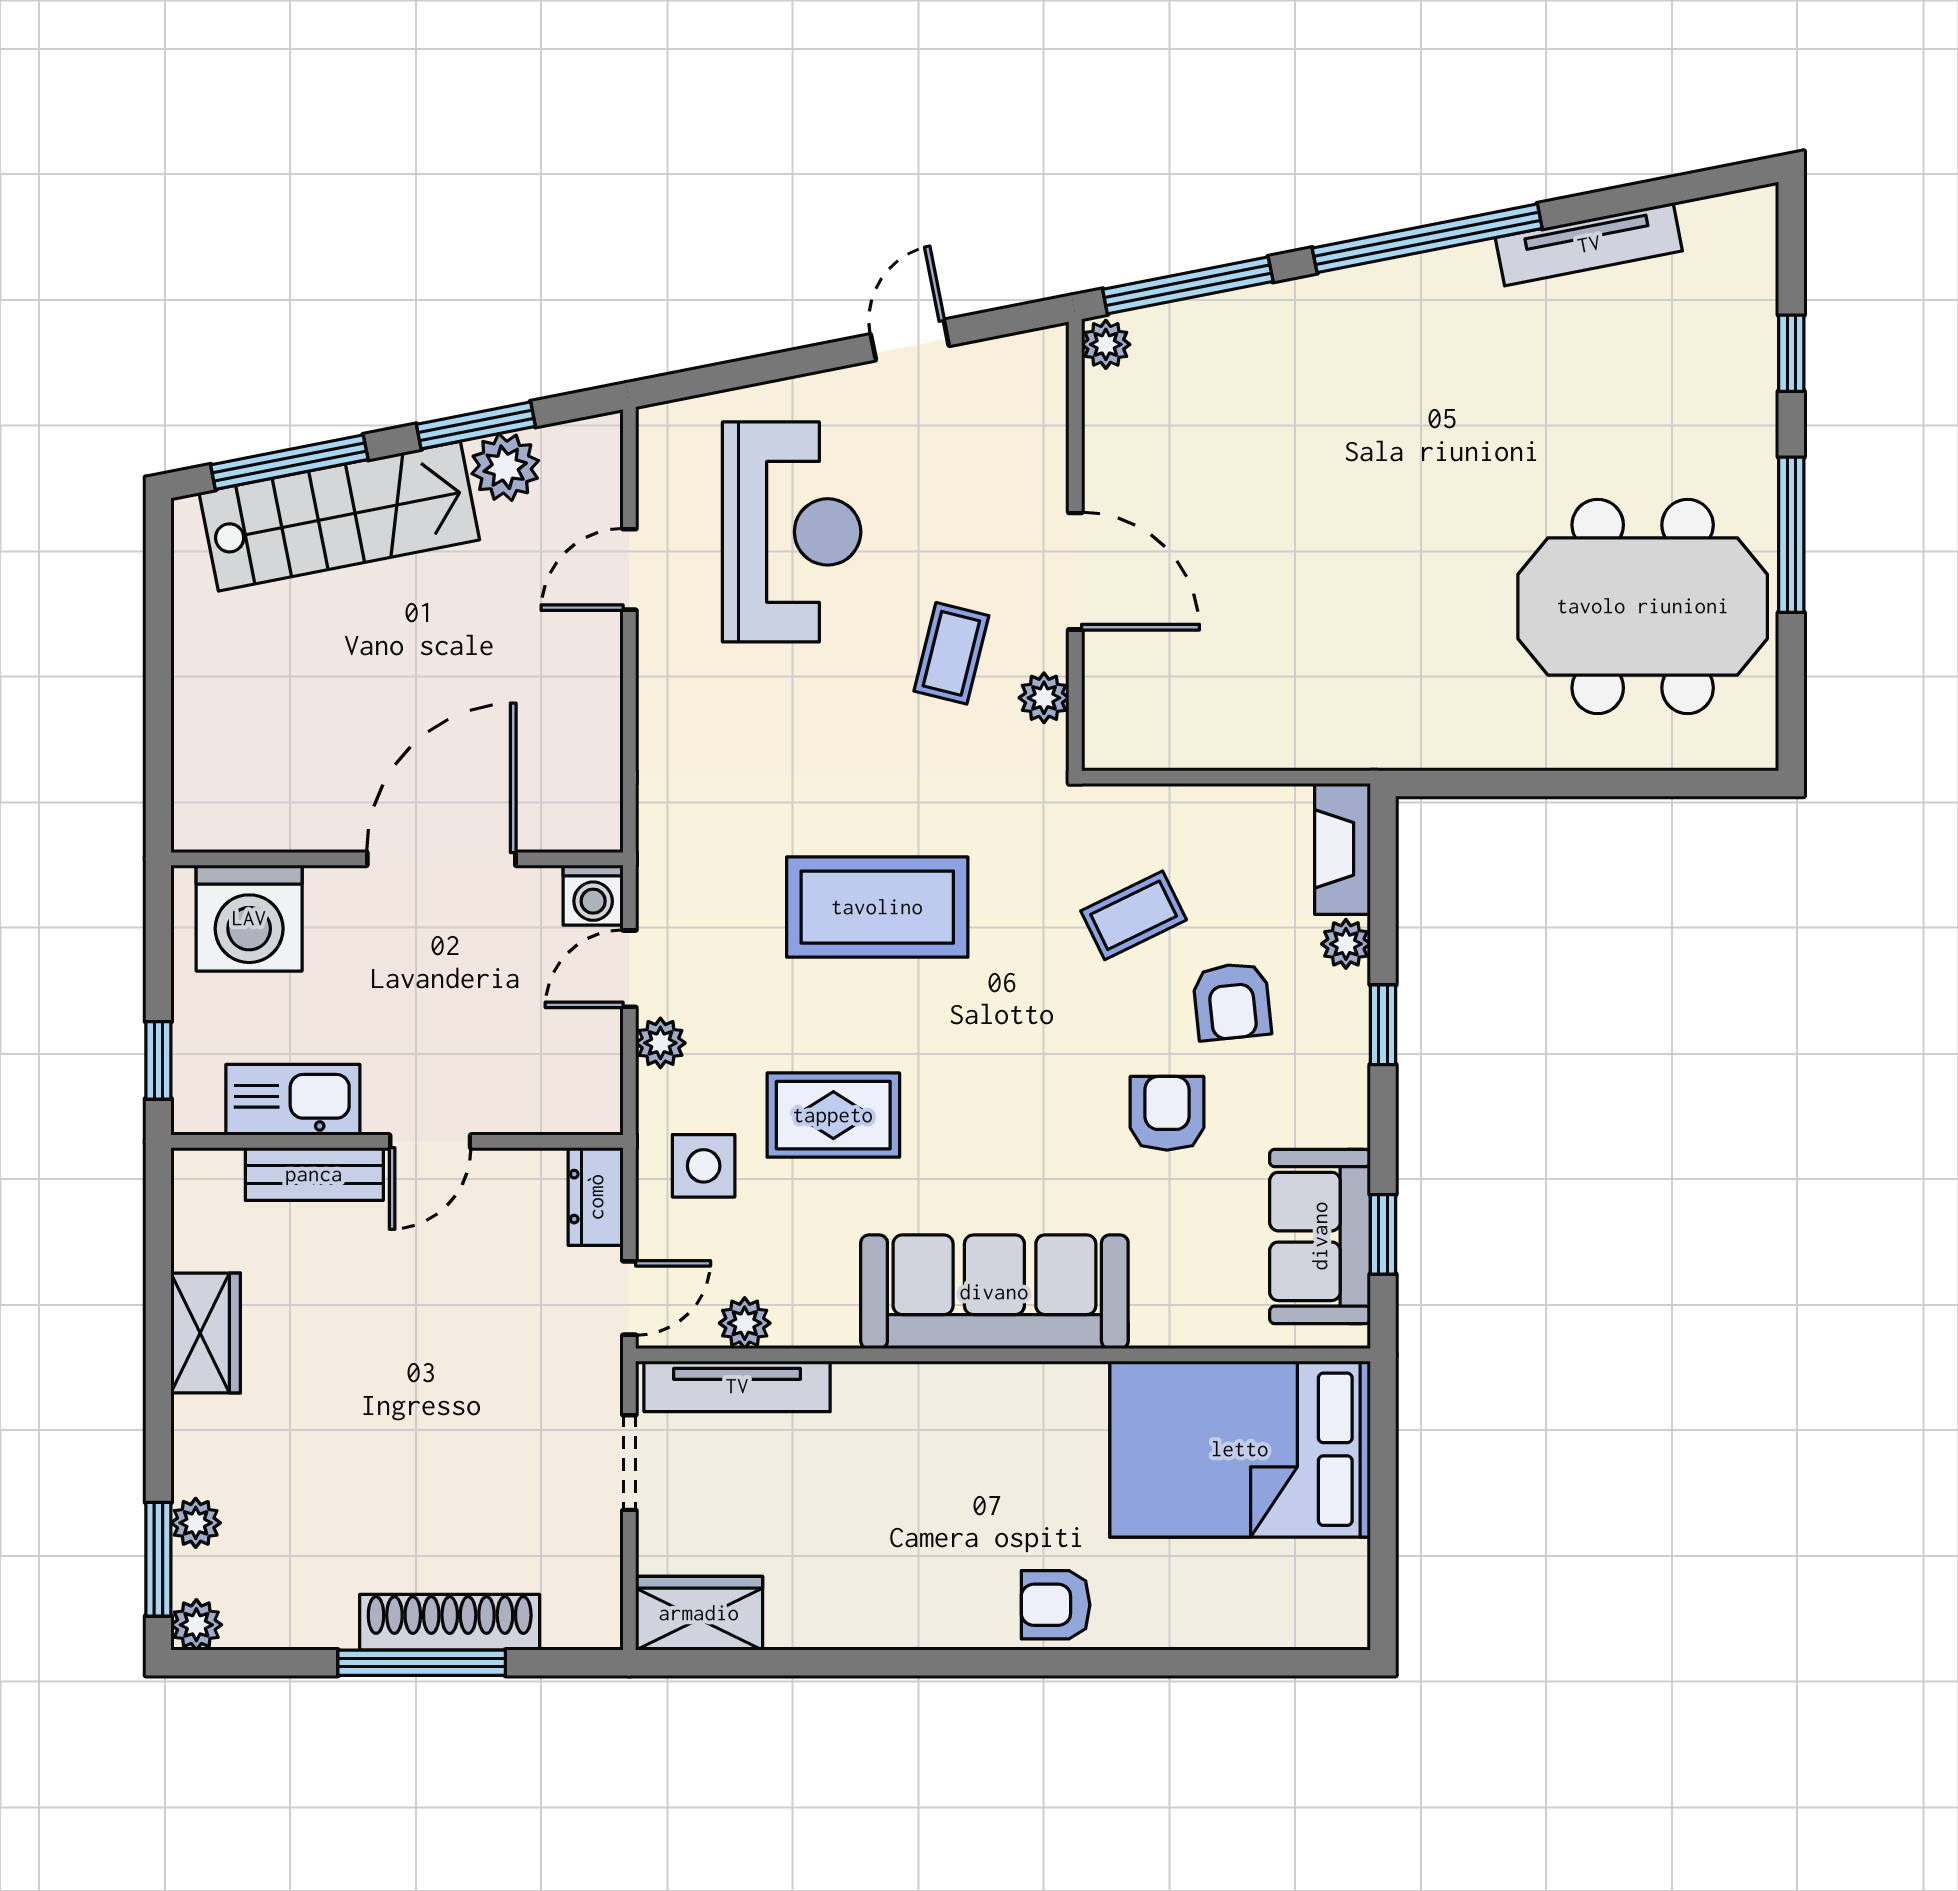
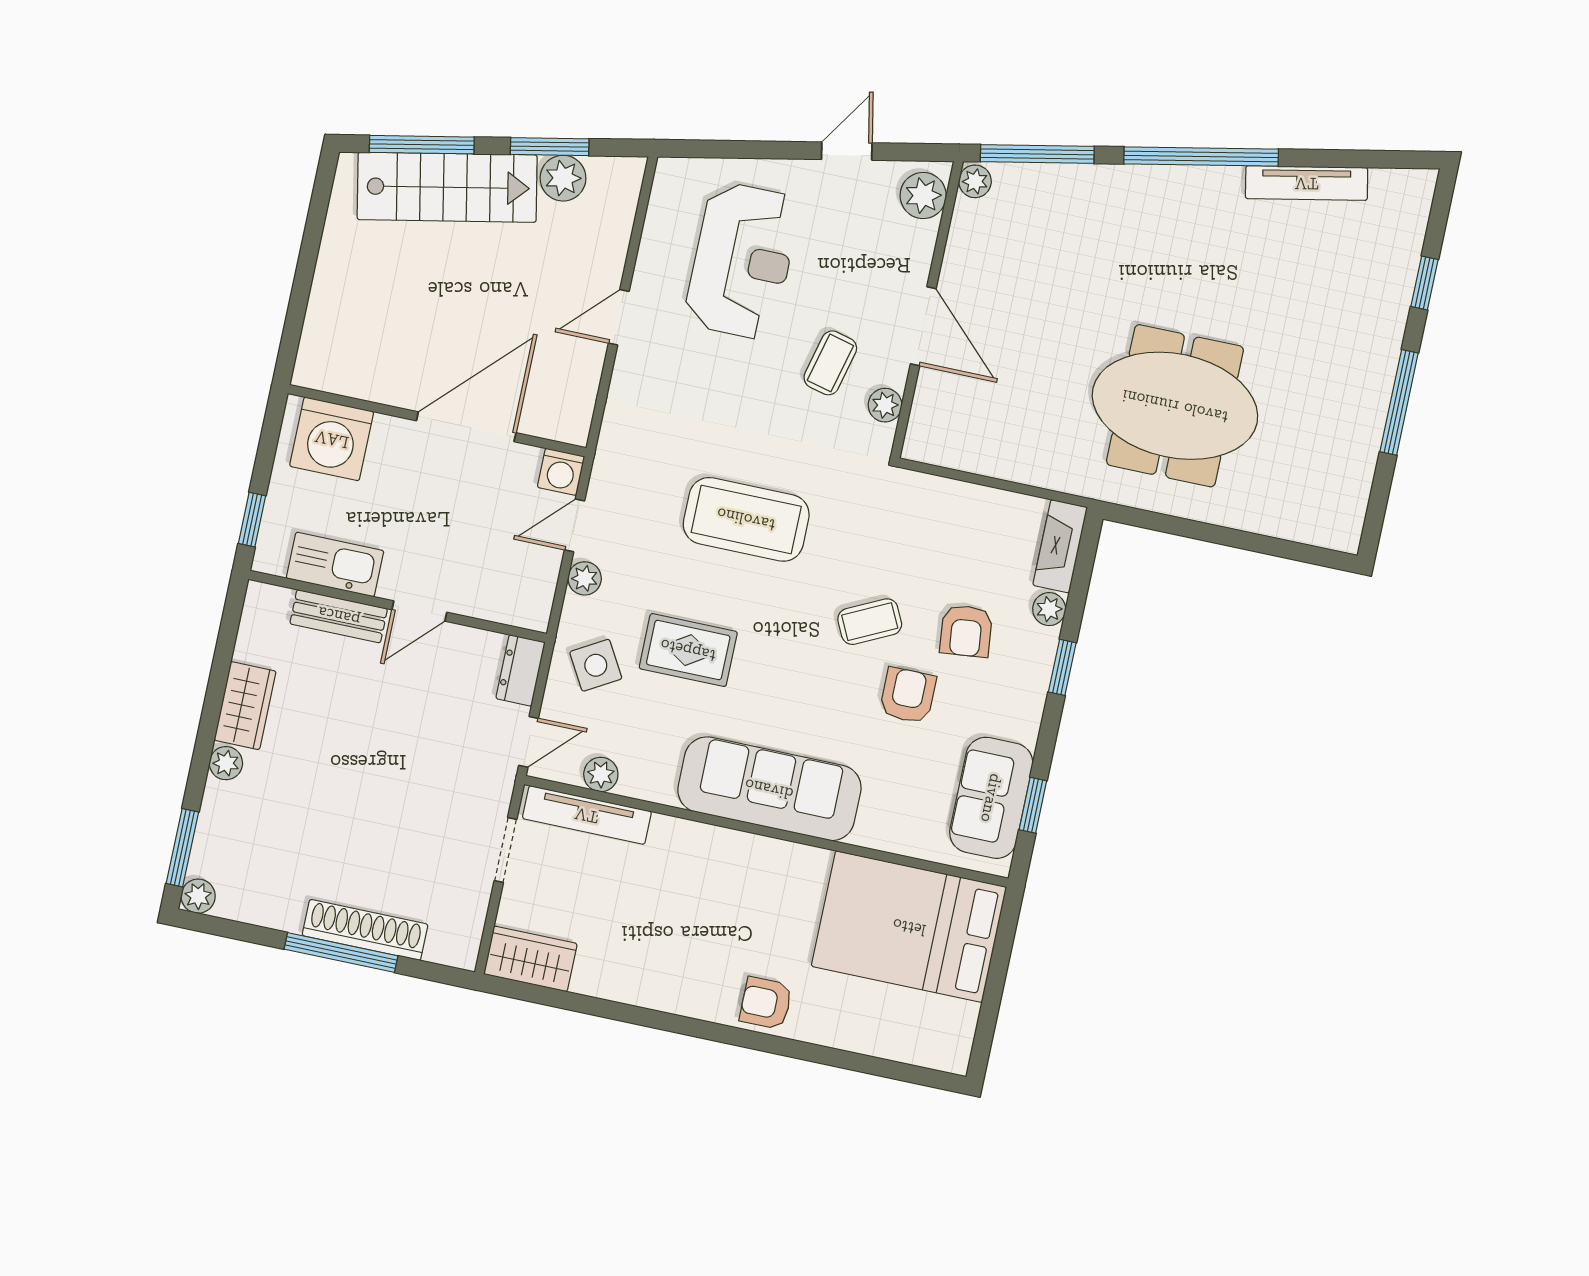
plant: (1035, 381) -> (923, 196), added
door: (629, 569) -> (619, 317), moved
meeting table: (1643, 606) -> (1175, 406), moved
coffee table: (1134, 915) -> (870, 622), moved
side table: (704, 1166) -> (596, 665), turned -30
plant: (196, 1523) -> (226, 763), moved

